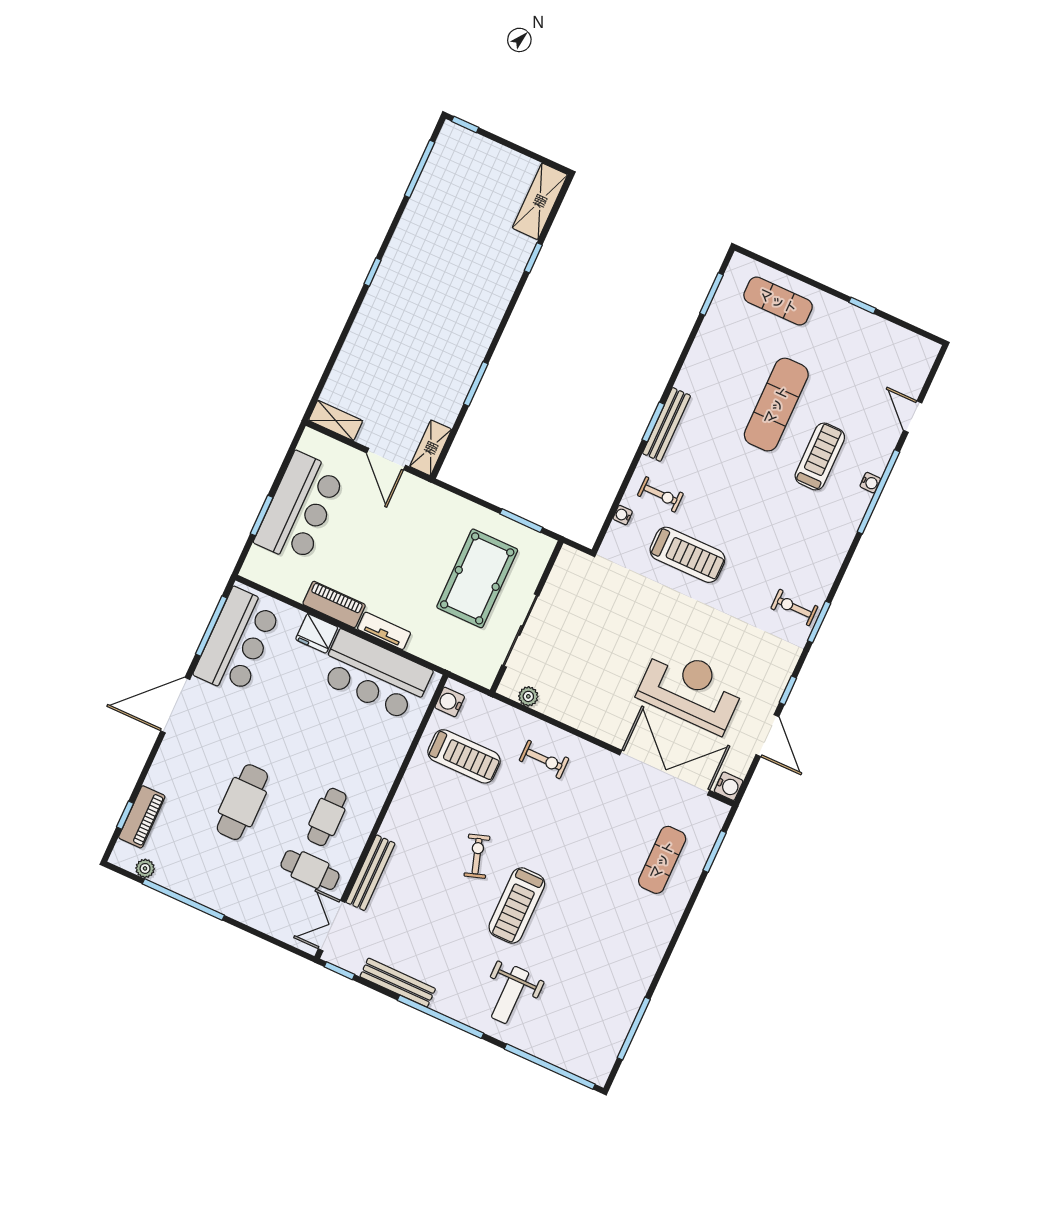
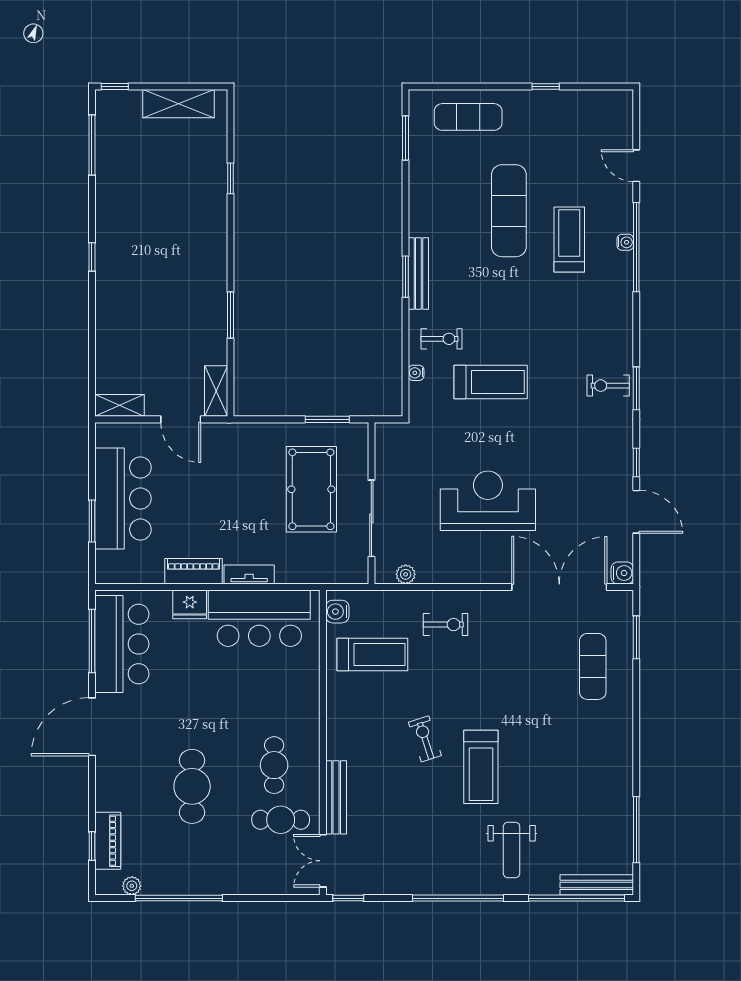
shelving: (540, 201) -> (179, 104), moved, turned 90
reception desk: (691, 690) -> (488, 501), moved
bench: (398, 983) -> (597, 885), moved

